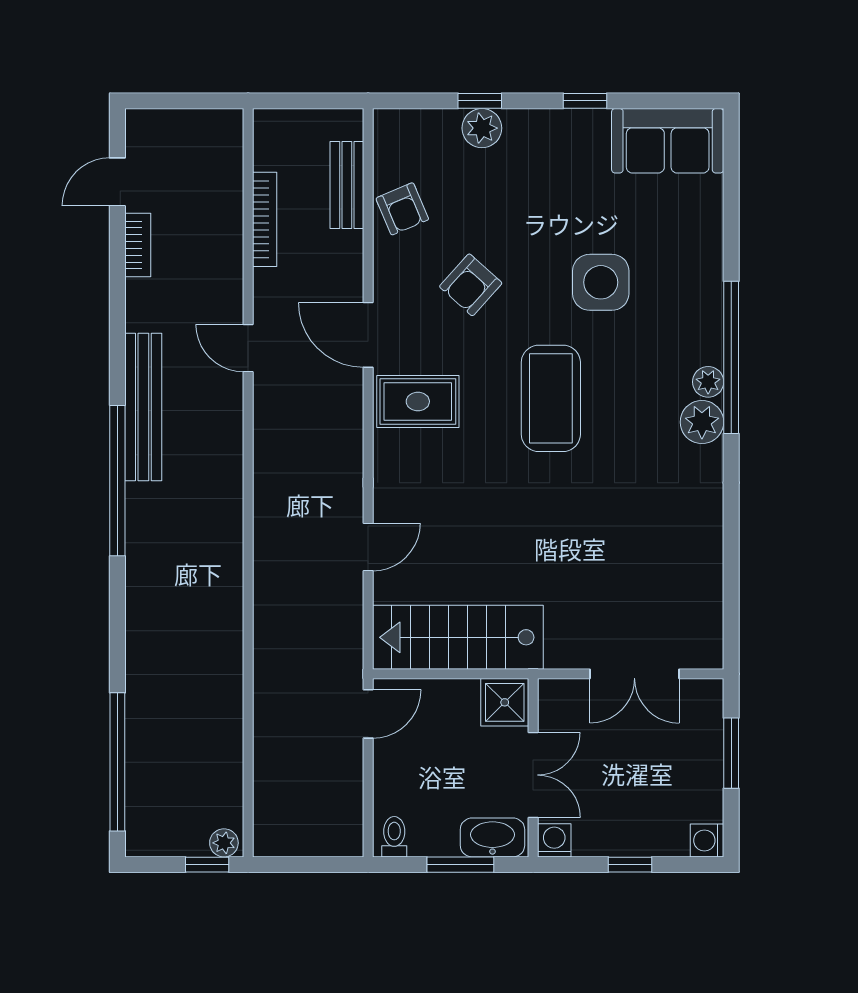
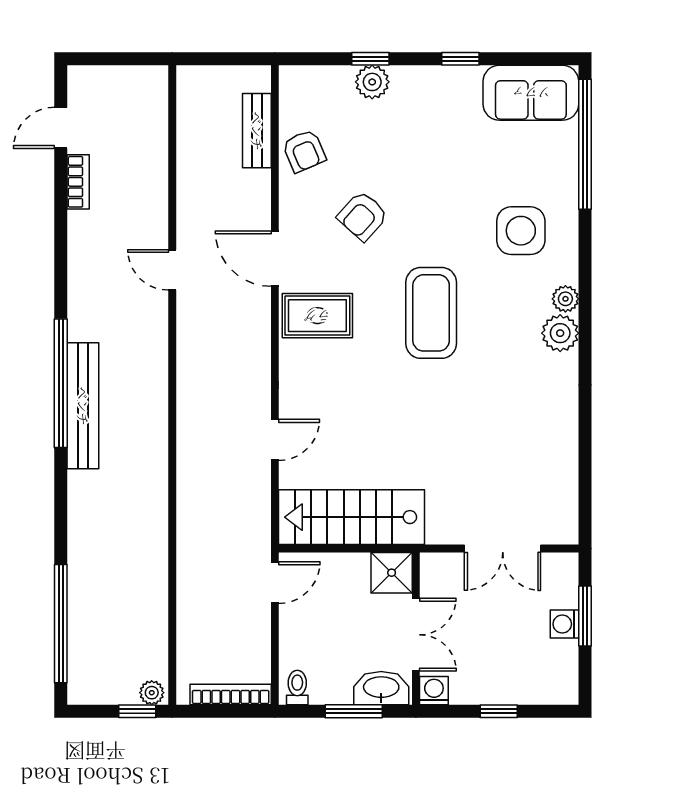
bookcase: (265, 219) -> (231, 694), moved, turned -90
side table: (601, 282) -> (521, 231), moved
window: (731, 357) -> (585, 144), moved
bench: (143, 407) -> (83, 406), moved
washing machine: (707, 840) -> (565, 624), moved

